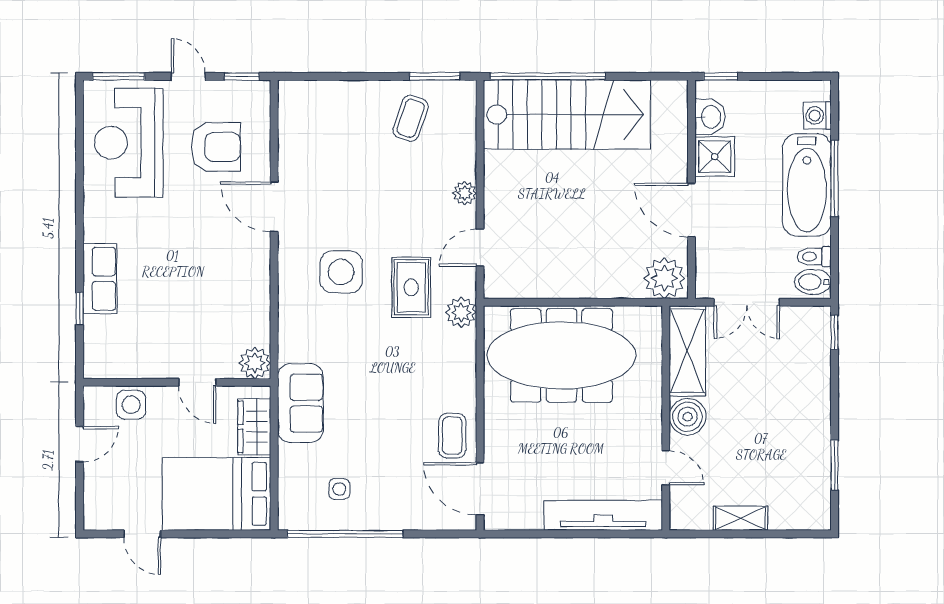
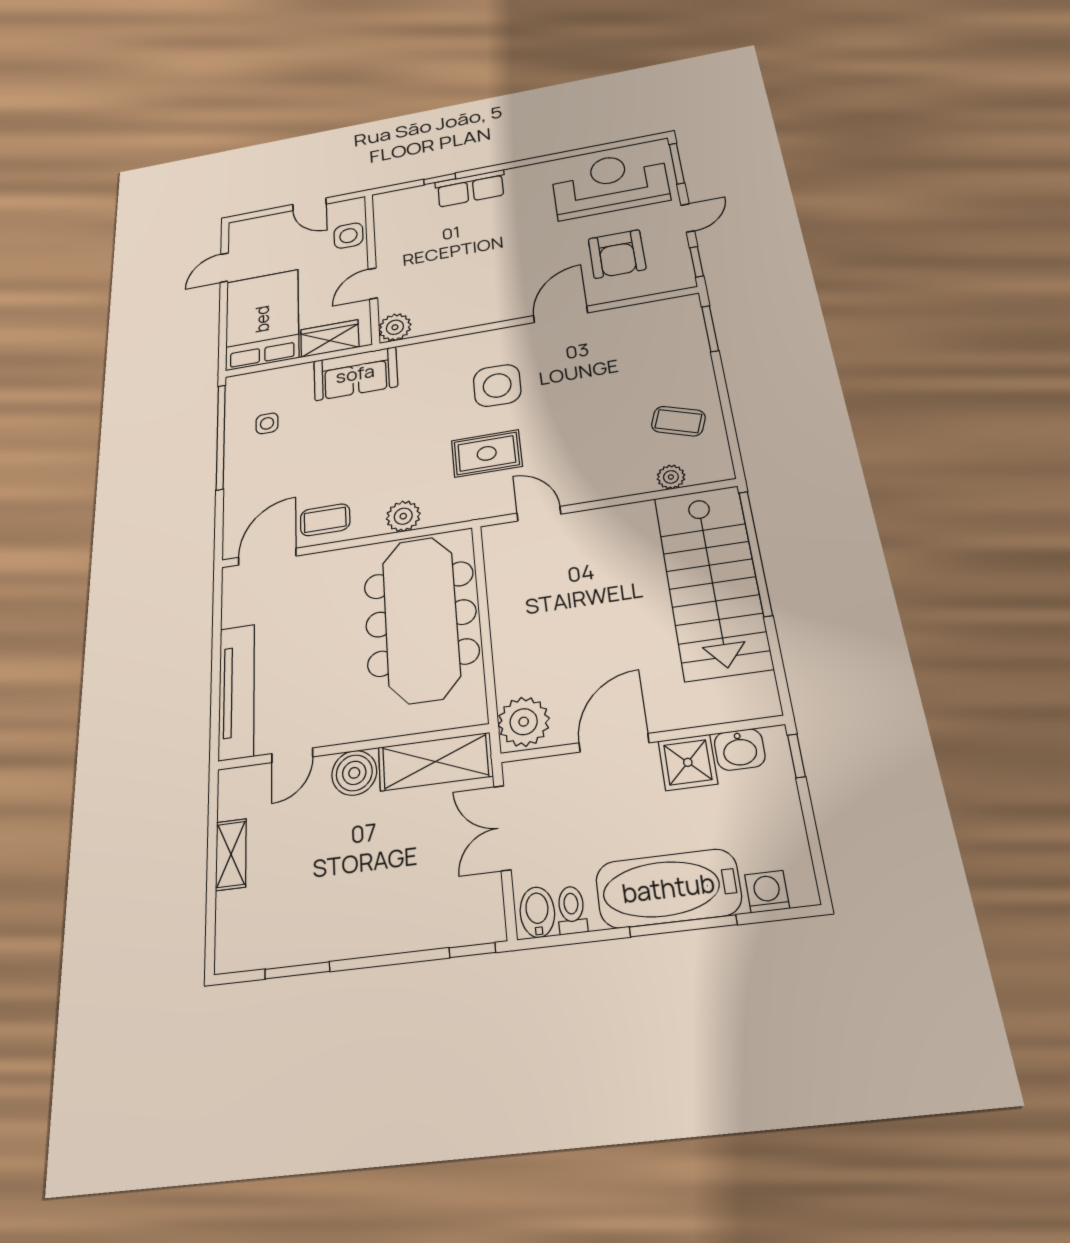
window: (435, 76) -> (710, 329), moved
plant: (465, 193) -> (671, 477), moved
plant: (461, 312) -> (403, 516), moved

